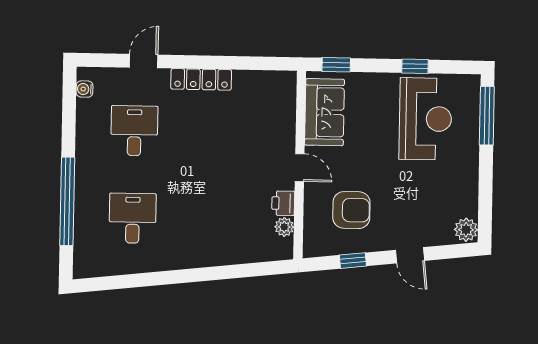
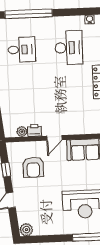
desk: (134, 131) -> (69, 48), width x1.37

